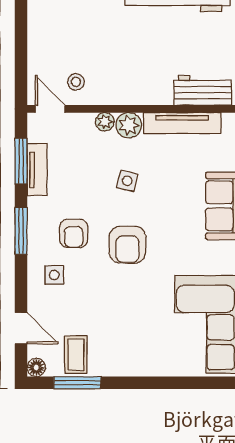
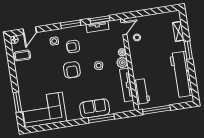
armchair: (127, 245) -> (72, 70), turned -90
window: (77, 383) -> (17, 102), moved

